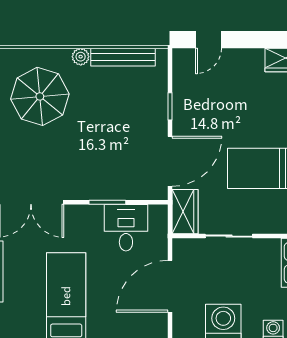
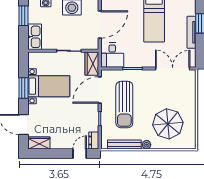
dresser: (181, 65) -> (94, 140), added
sun lounger: (123, 133) -> (124, 105), added
desk: (126, 228) -> (112, 55), moved

